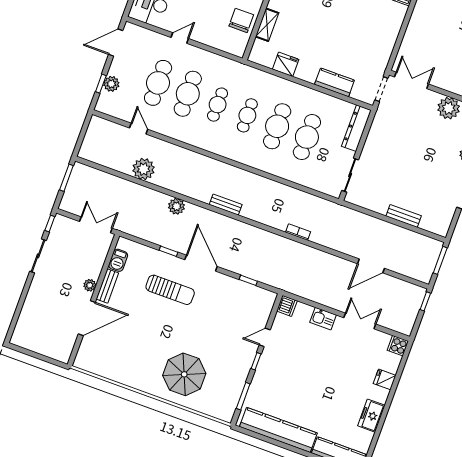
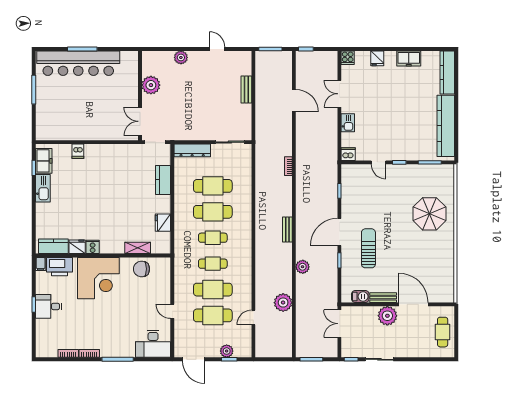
plant: (90, 285) -> (387, 316), width x1.88, depth x1.88
cafe table: (43, 340) -> (443, 332), added

